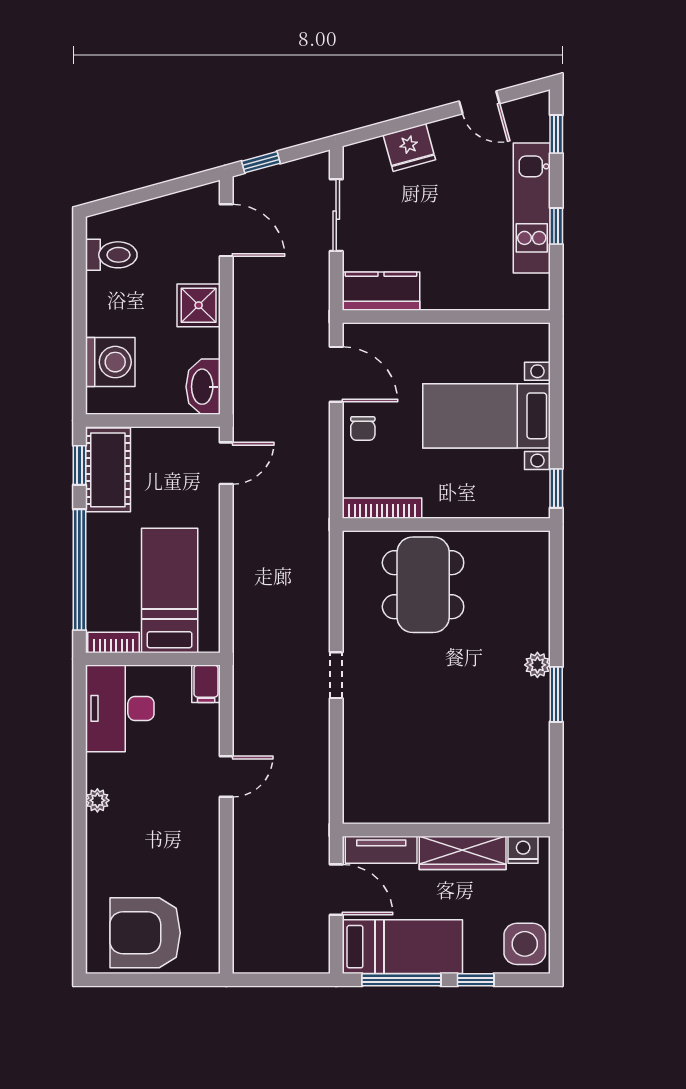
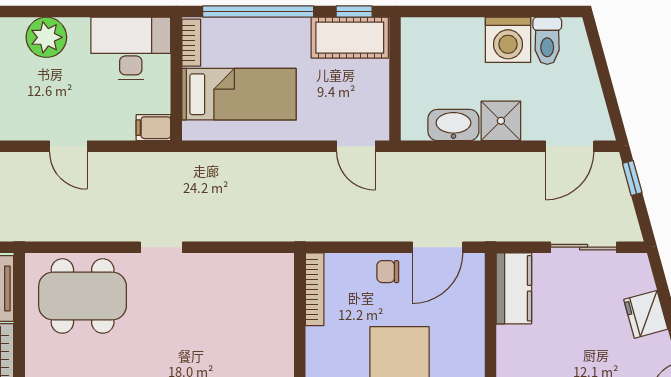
washing machine: (110, 362) -> (508, 40), moved
washbasin: (203, 387) -> (453, 125), moved
dining table: (423, 585) -> (83, 296), moved
plant: (97, 800) -> (46, 37), width x1.88, depth x1.88

